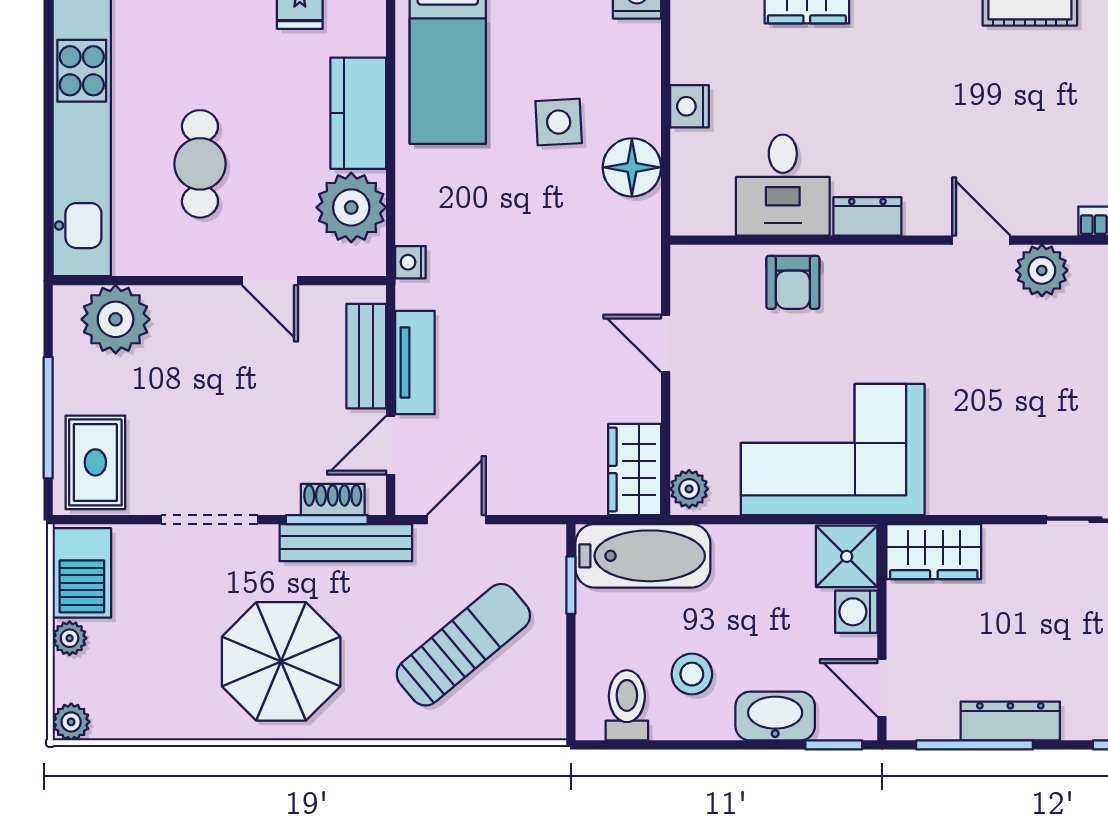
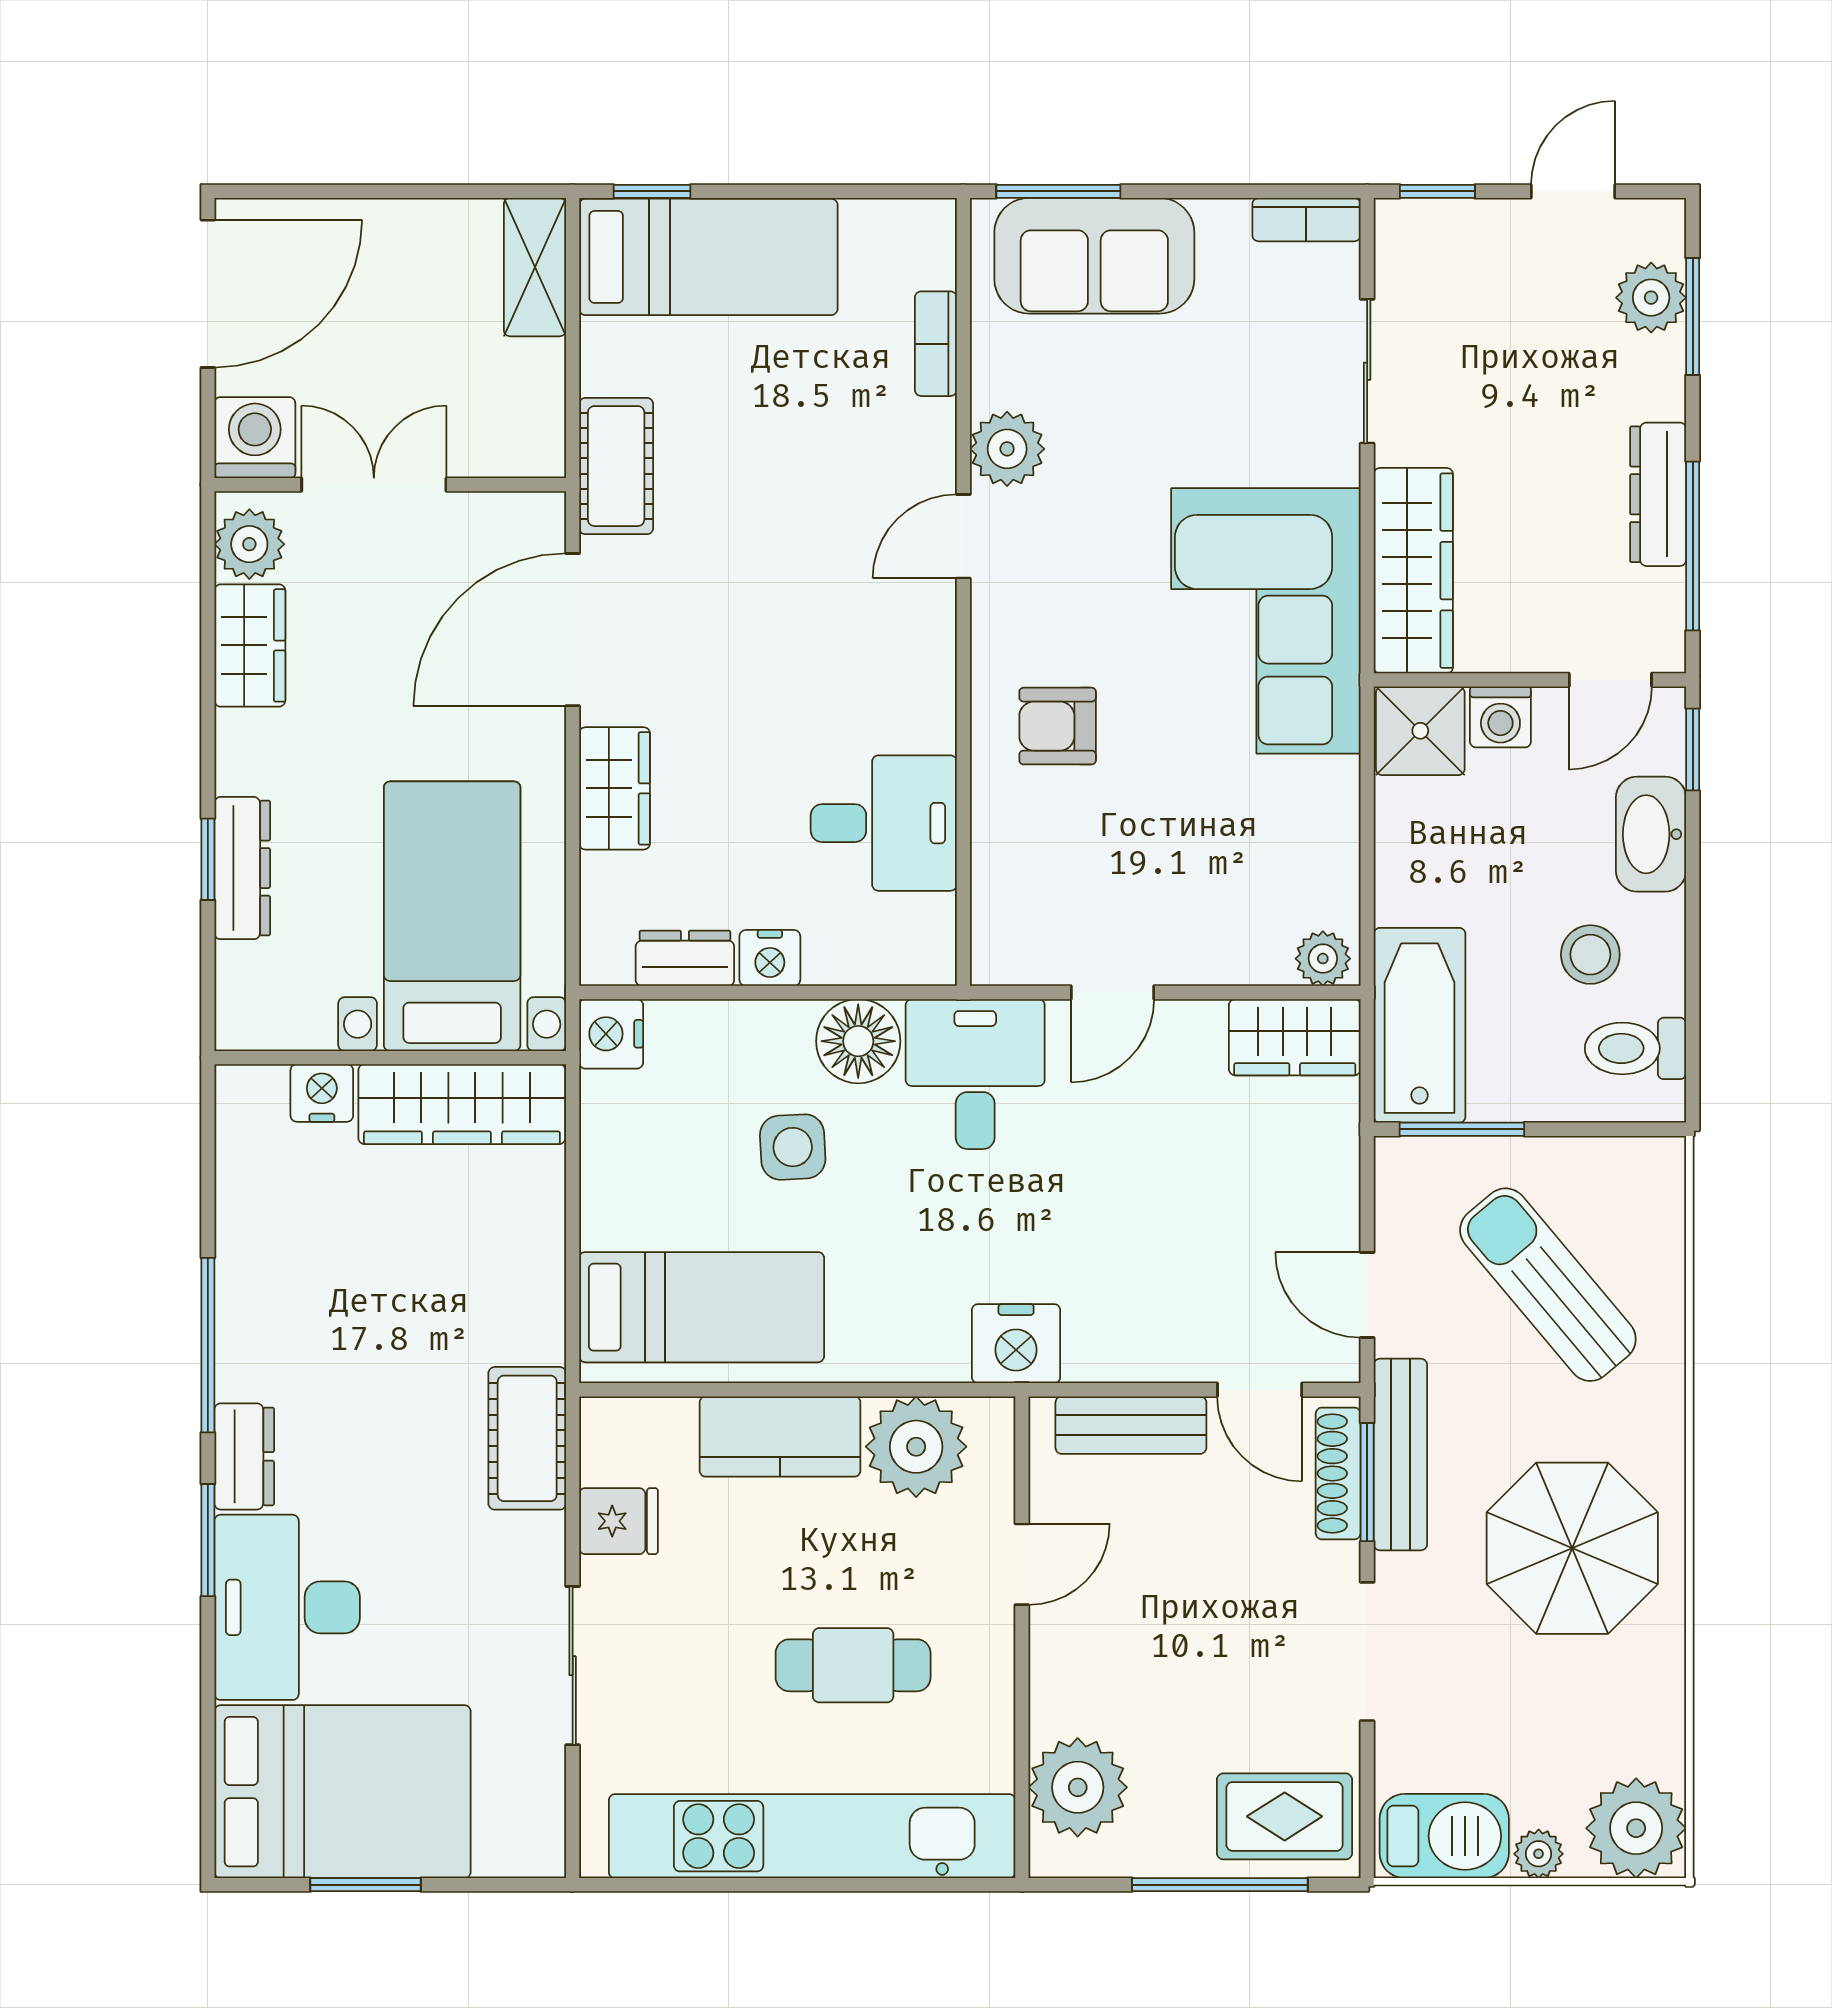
dresser: (867, 216) -> (685, 958), moved, turned 90
desk: (609, 248) -> (975, 1074), added
nightstand: (410, 262) -> (1016, 1344), width x1.89, depth x1.79
armchair: (793, 282) -> (1058, 726), moved, turned 180
tv unit: (415, 362) -> (1140, 1355), removed
corner sofa: (833, 449) -> (1266, 621), moved
shoe rack: (333, 500) -> (1338, 1473), width x1.43
wardrobe: (934, 552) -> (1413, 571), width x1.50
window: (571, 585) -> (1462, 1129), width x1.50
plant: (71, 722) -> (1636, 1828), width x1.87, depth x1.87

